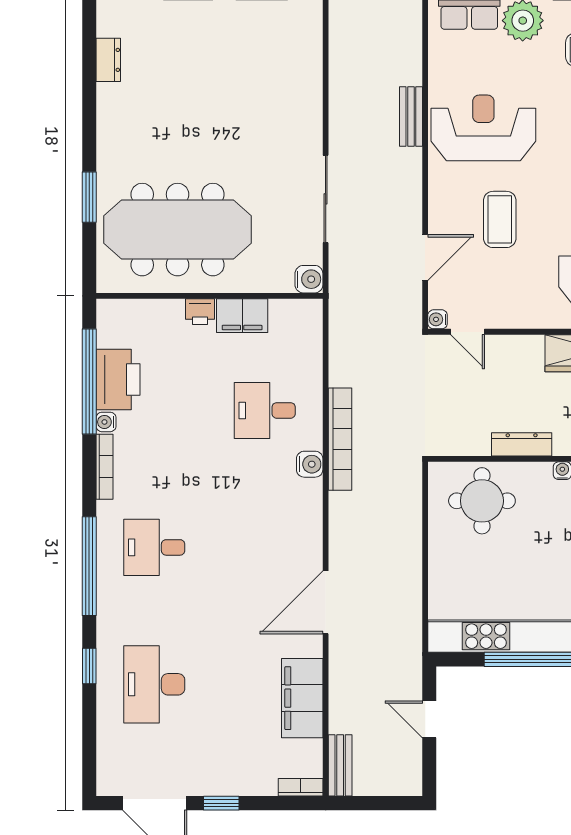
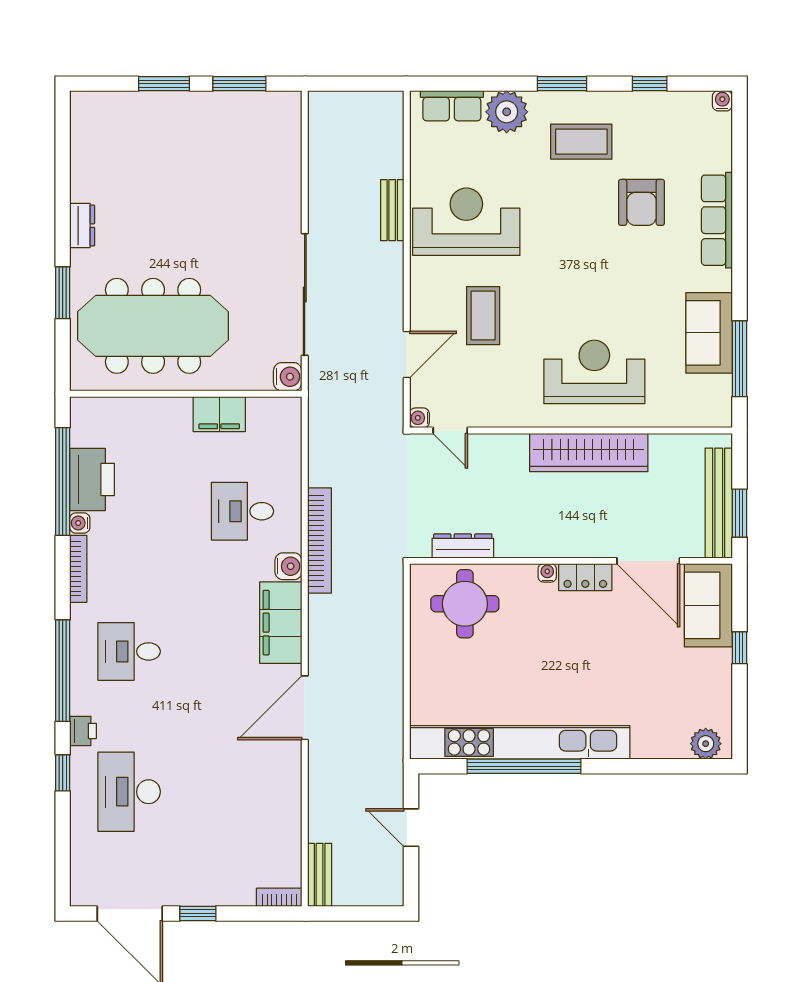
dresser: (108, 60) -> (82, 226), moved
sliding door: (326, 199) -> (305, 295), width x1.36
printer: (200, 312) -> (83, 731), moved, turned -90
dresser: (522, 444) -> (463, 546), moved
filing cabinet: (302, 698) -> (281, 623), moved

